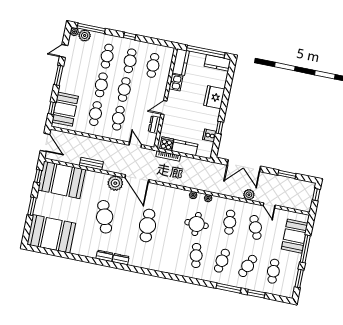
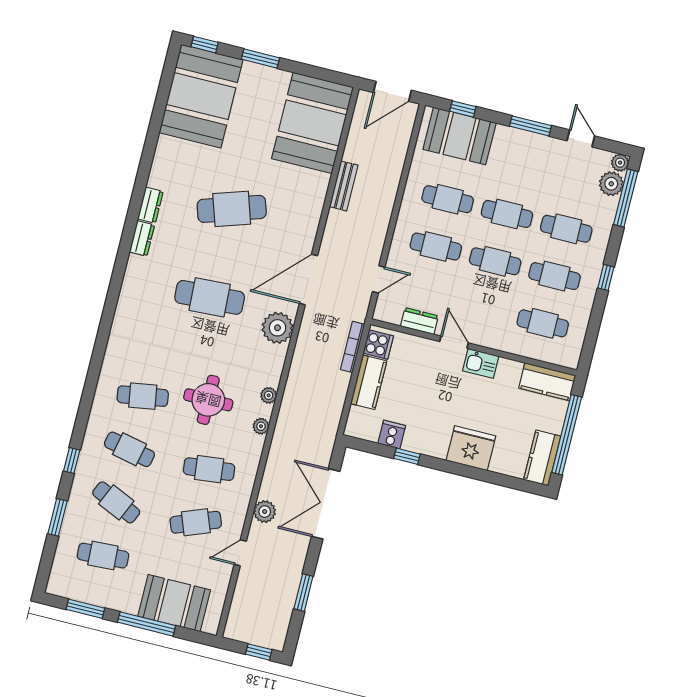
kitchen sink: (176, 82) -> (481, 363), moved
window: (38, 176) -> (205, 45), moved
plant: (115, 183) -> (278, 328), moved
window: (228, 288) -> (72, 460), width x0.46

